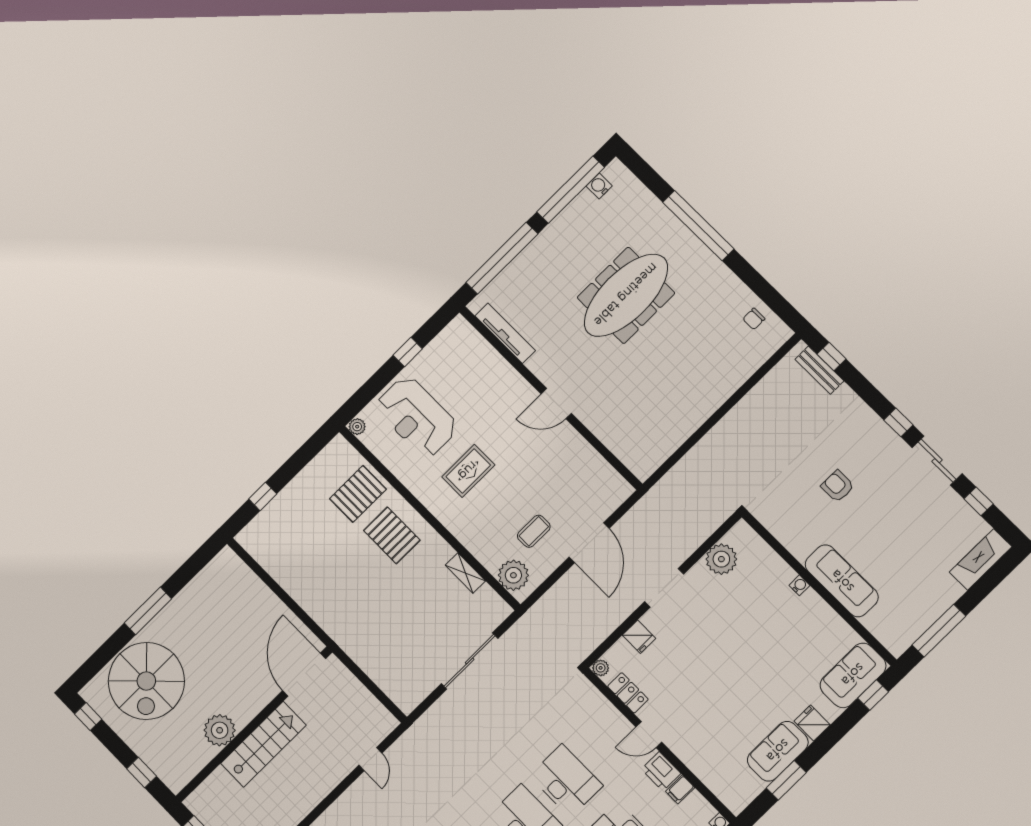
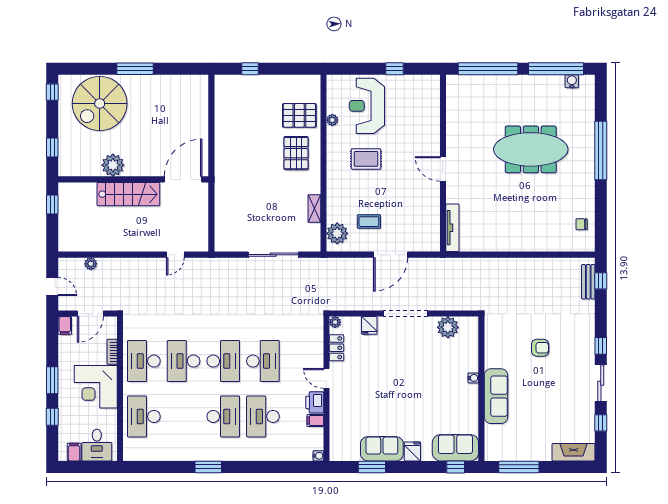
tv unit: (505, 333) -> (452, 228), moved
plant: (357, 427) -> (332, 120), moved
armchair: (838, 486) -> (540, 348), turned 90
doorway: (664, 588) -> (406, 314), width x1.36

